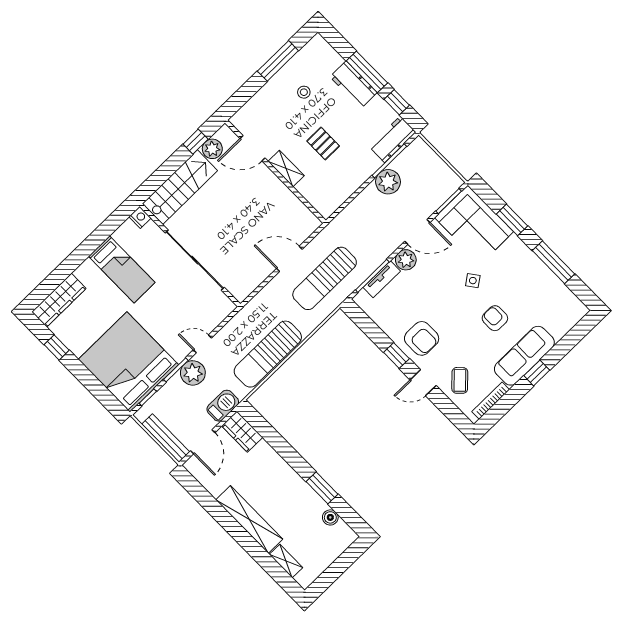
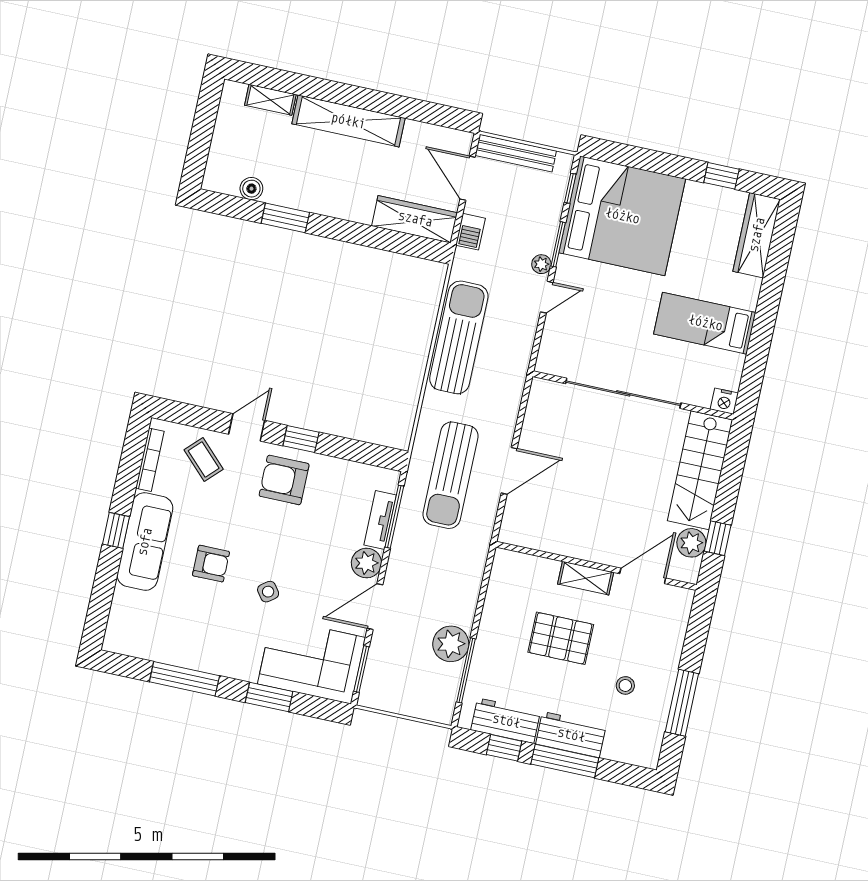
workbench: (392, 139) -> (506, 721), moved, turned -90
pallet: (323, 143) -> (561, 638), width x1.50, depth x1.42
sun lounger: (325, 278) -> (451, 475), turned 180
plant: (193, 373) -> (541, 264), width x0.53, depth x0.53
barbecue: (223, 406) -> (471, 232), width x0.73, depth x0.79
wardrobe: (242, 432) -> (415, 219), width x1.50

